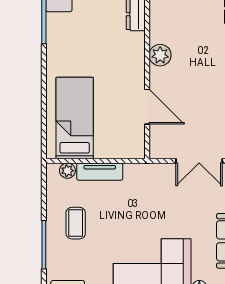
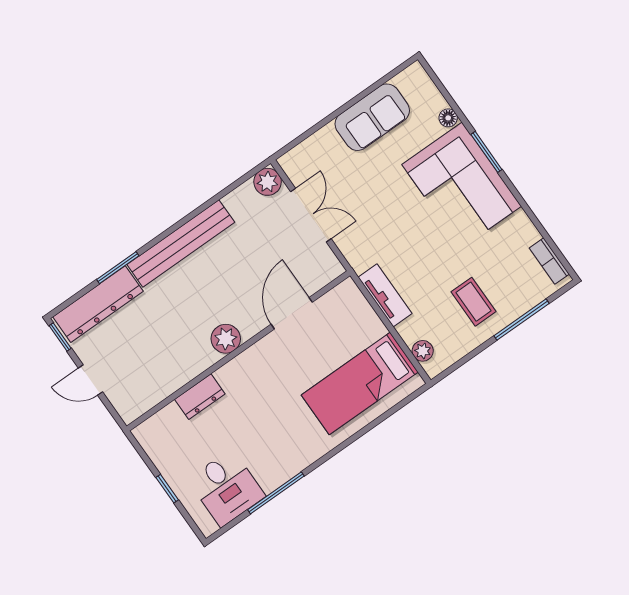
tv unit: (100, 172) -> (385, 295), moved
coffee table: (76, 223) -> (473, 302), turned 90

